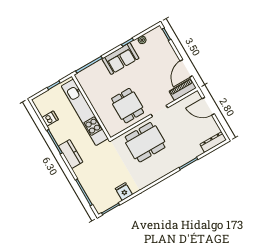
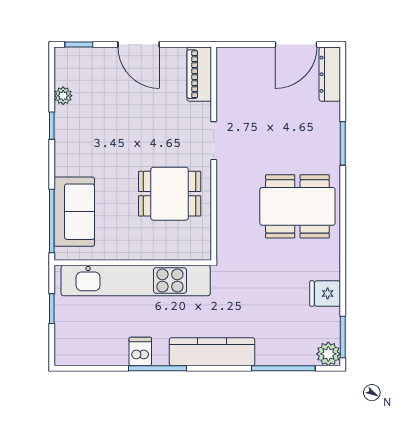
sofa: (120, 59) -> (74, 212), moved
door: (186, 68) -> (139, 45), moved
door: (208, 106) -> (296, 45), moved
dishwasher: (50, 119) -> (140, 352), moved
dining table: (145, 142) -> (297, 206), moved, turned 90
kitchen counter: (71, 154) -> (212, 352), width x1.50
plant: (100, 207) -> (328, 354), added

